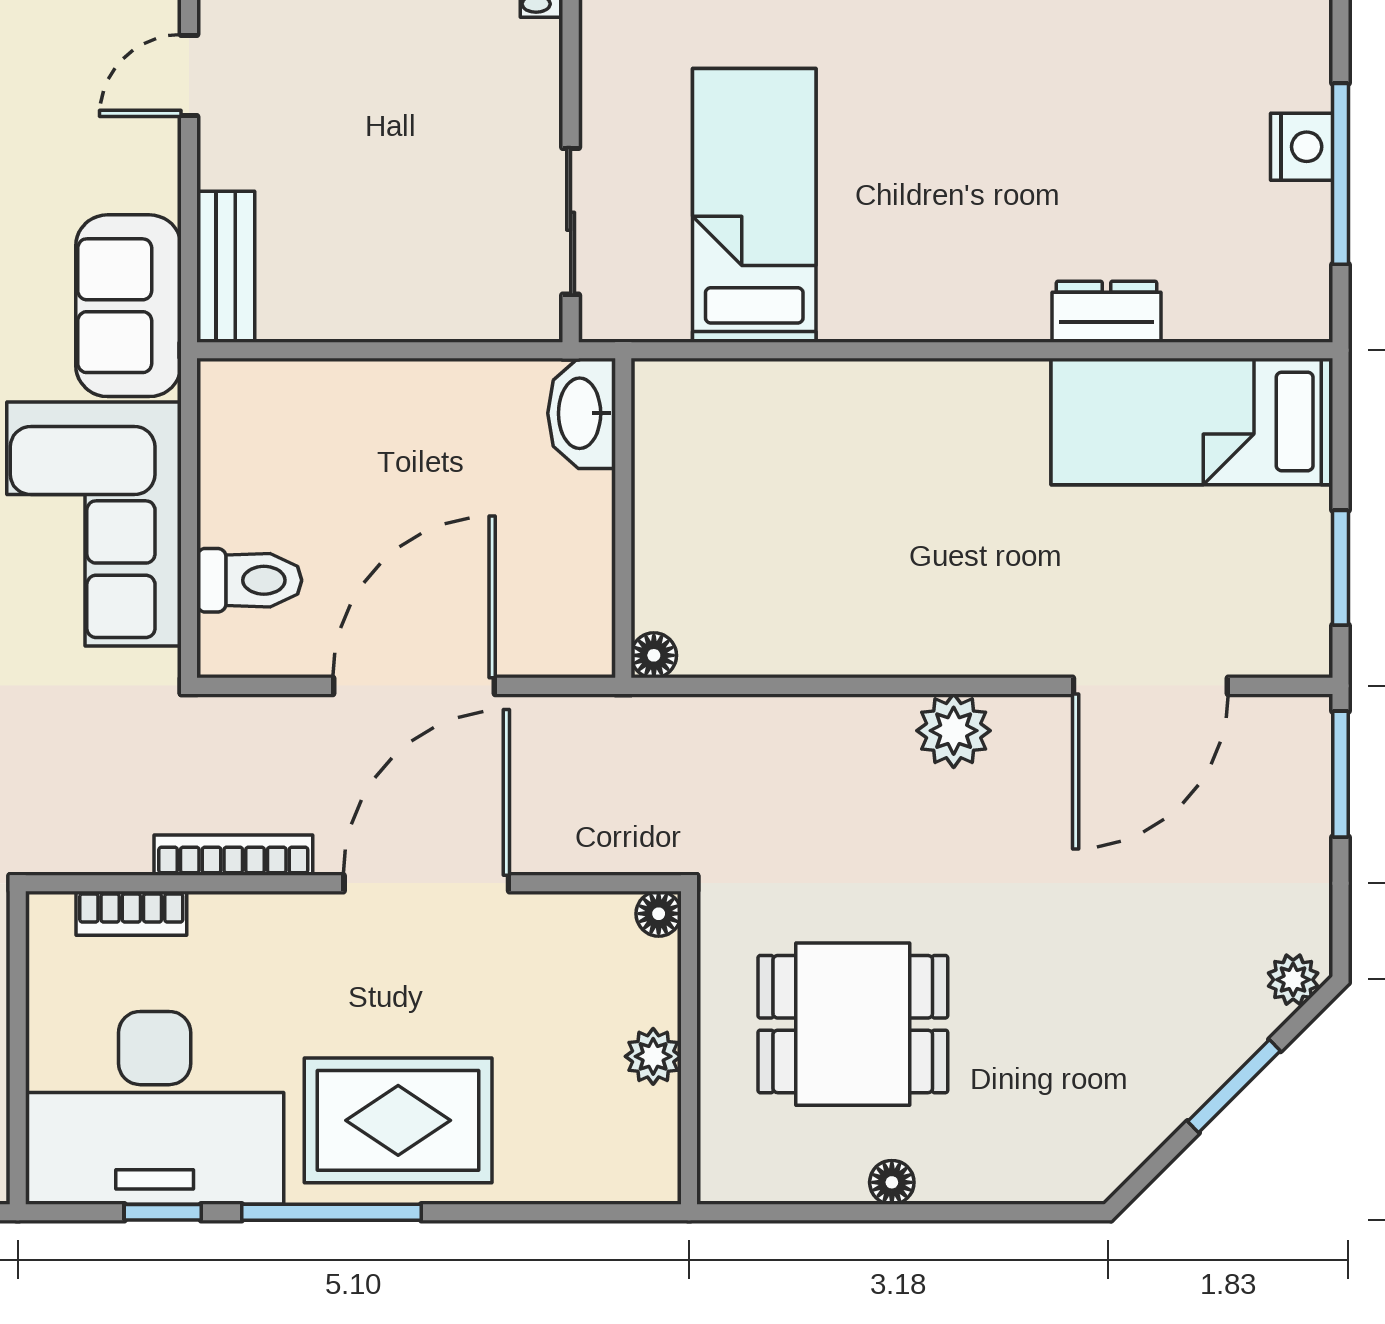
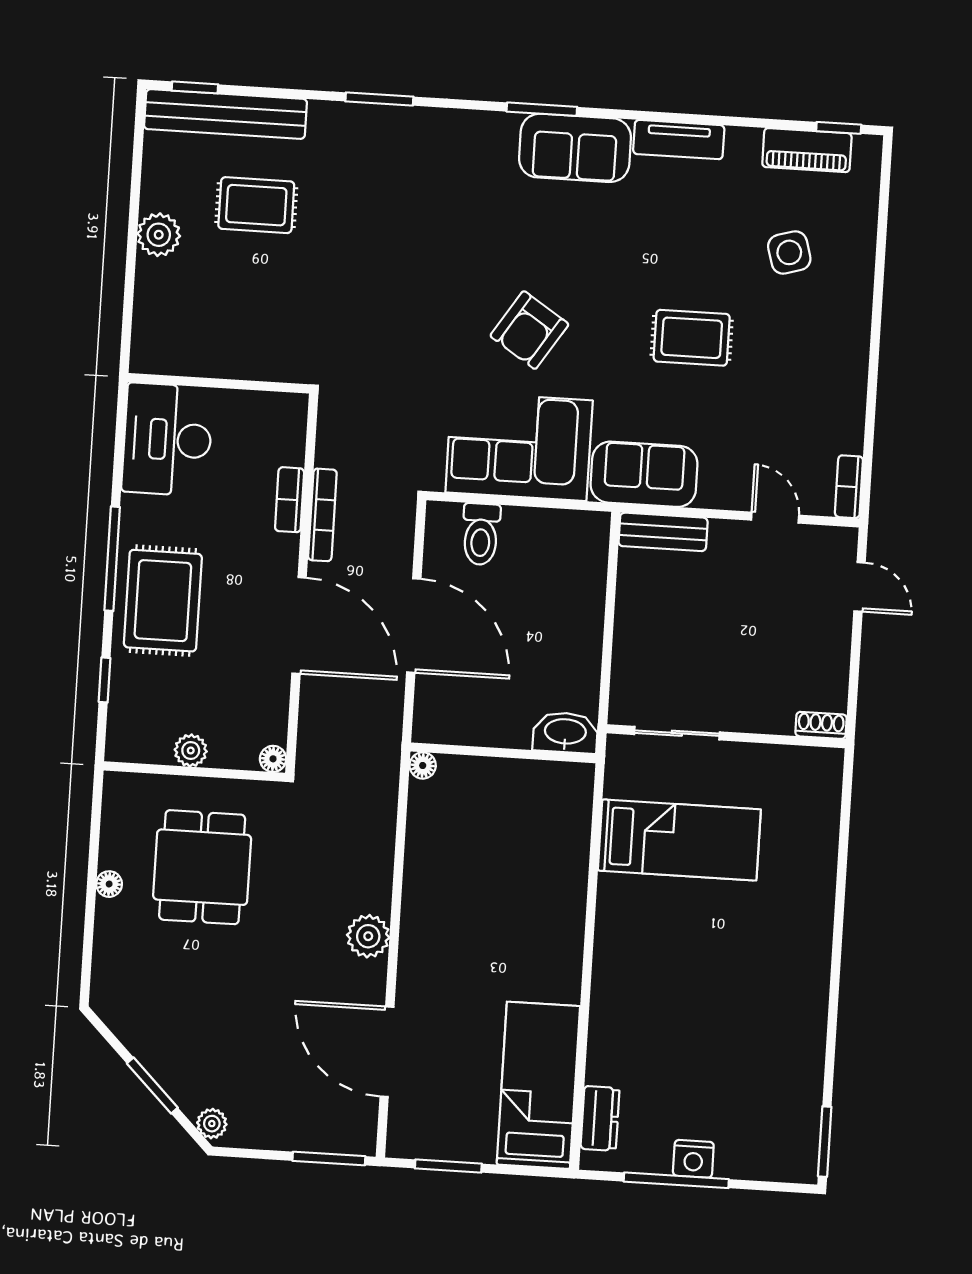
dresser: (1106, 312) -> (600, 1118), moved
bookcase: (131, 913) -> (290, 500), moved
desk: (155, 1108) -> (167, 439), width x0.73, depth x0.77
window: (163, 1212) -> (105, 680), moved

